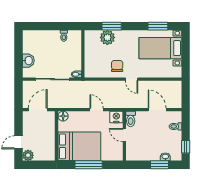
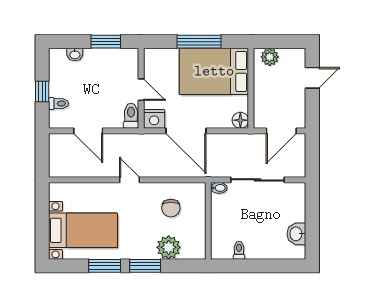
window: (112, 26) -> (145, 266), moved
window: (158, 26) -> (105, 266), moved
washbasin: (28, 61) -> (296, 234), moved
chair: (117, 66) -> (171, 208), moved
door: (97, 110) -> (186, 131), width x1.88
window: (186, 147) -> (42, 91), moved
plant: (28, 155) -> (270, 57), moved
window: (159, 165) -> (106, 42), moved

